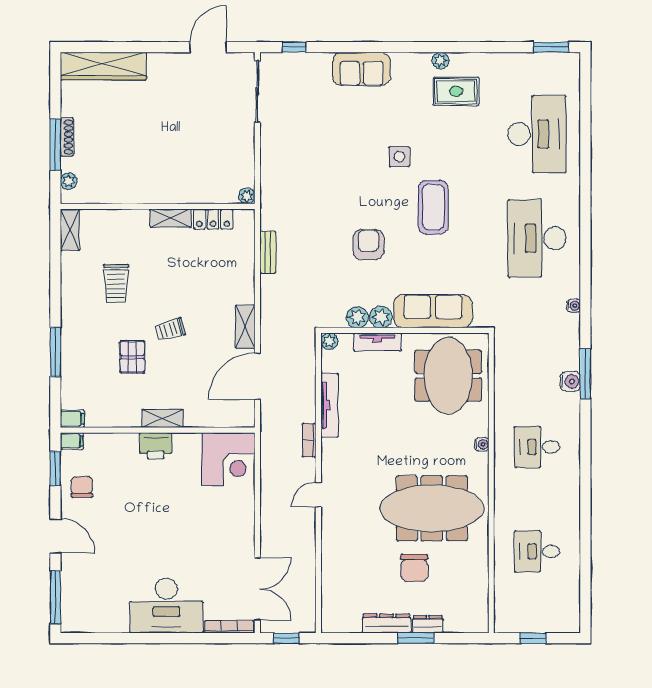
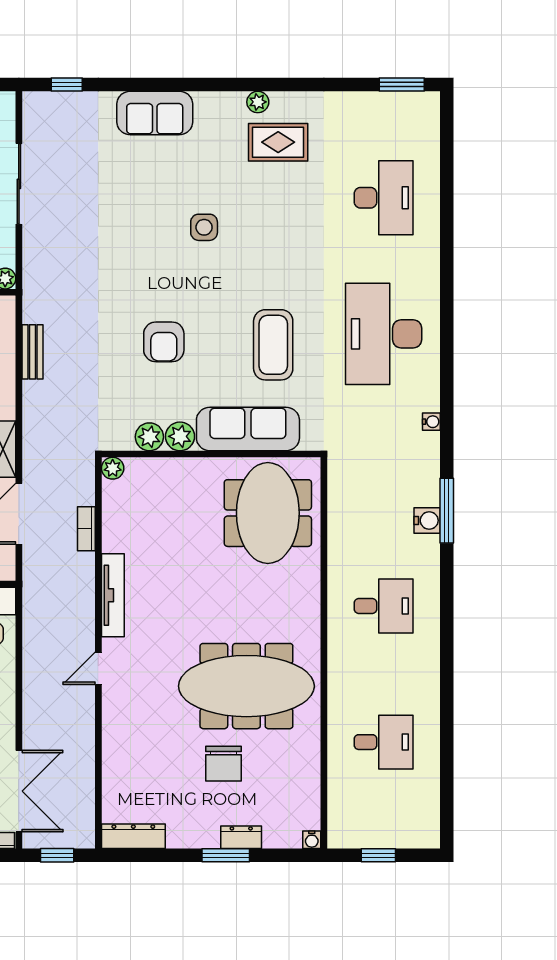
sliding door: (257, 92) -> (19, 184), moved
desk: (537, 134) -> (384, 198), width x0.73, depth x0.77
coffee table: (433, 207) -> (273, 345), moved
armchair: (368, 244) -> (164, 342), turned 180
tv unit: (378, 342) -> (176, 469), removed
tv unit: (329, 405) -> (113, 595), moved
bookcase: (309, 440) -> (86, 529), moved
water cooler: (482, 444) -> (312, 840), moved, turned 90
desk: (537, 447) -> (384, 606), turned 180
desk: (537, 551) -> (384, 742), turned 180
dresser: (386, 624) -> (133, 836), moved

